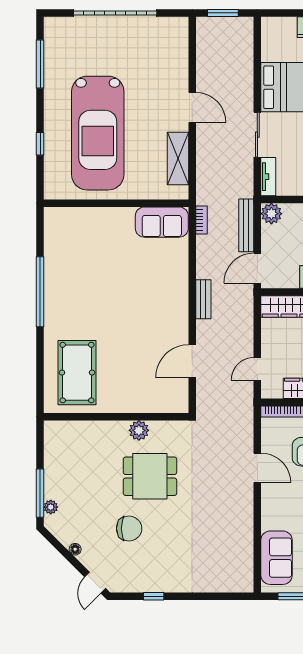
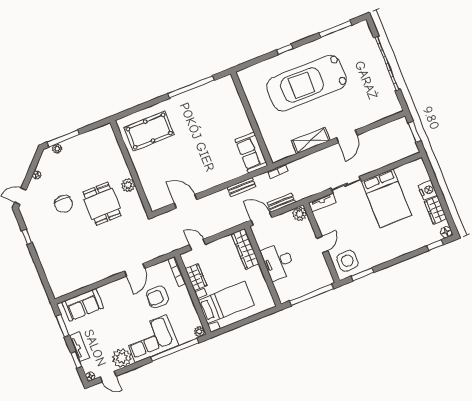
wall: (116, 203) -> (252, 119), moved
sofa: (162, 222) -> (251, 152), moved
bench: (246, 225) -> (281, 203), width x0.73
bench: (203, 299) -> (241, 187), moved

